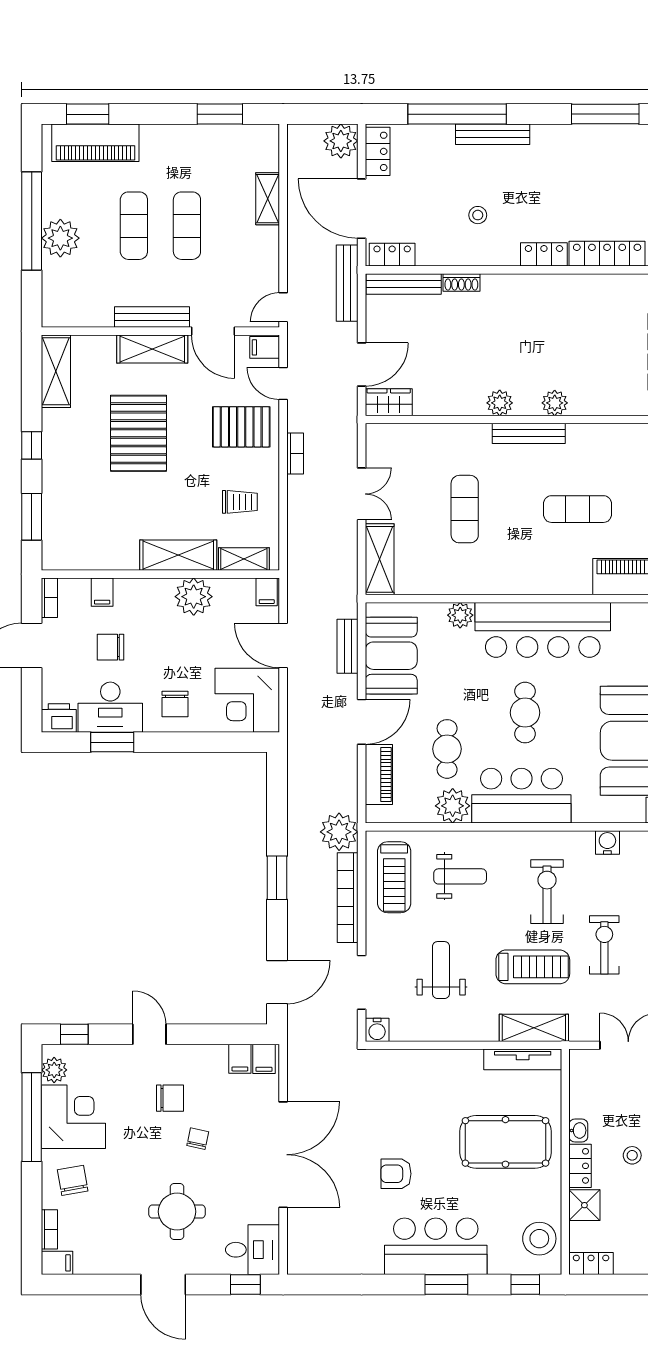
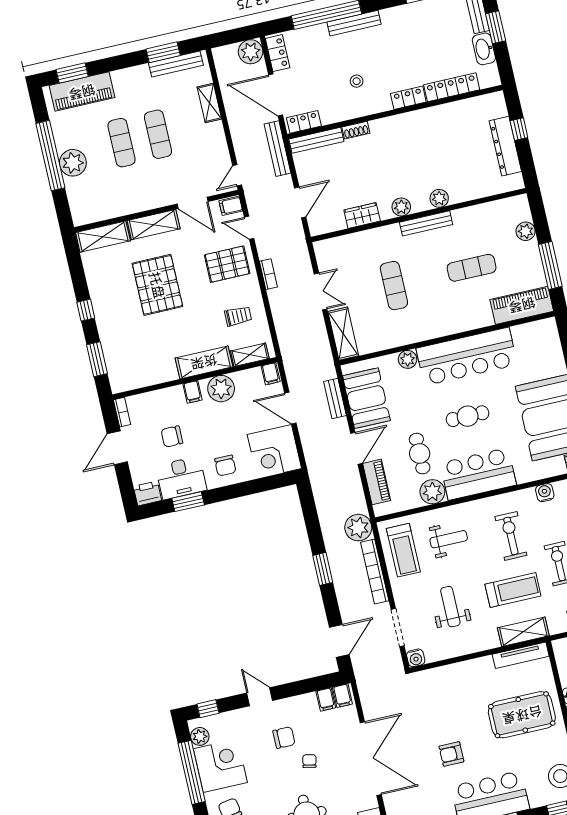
bench: (152, 317) -> (176, 64), moved
shelving: (56, 371) -> (103, 237), moved, turned 90
wardrobe: (389, 402) -> (362, 216), moved
filing cabinet: (102, 592) -> (192, 392), moved
cafe table: (525, 713) -> (468, 416), turned 90

